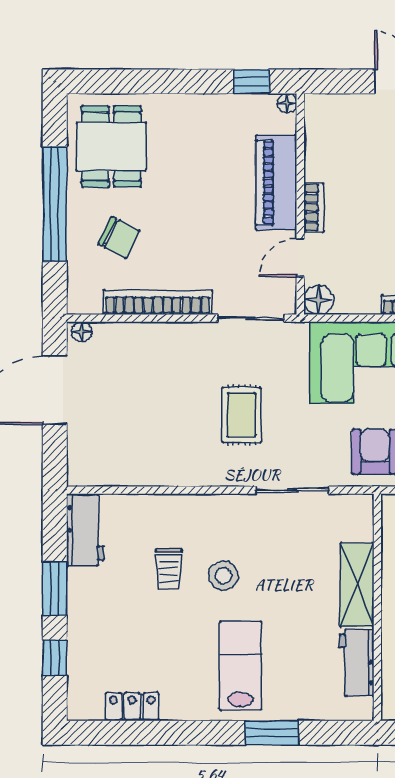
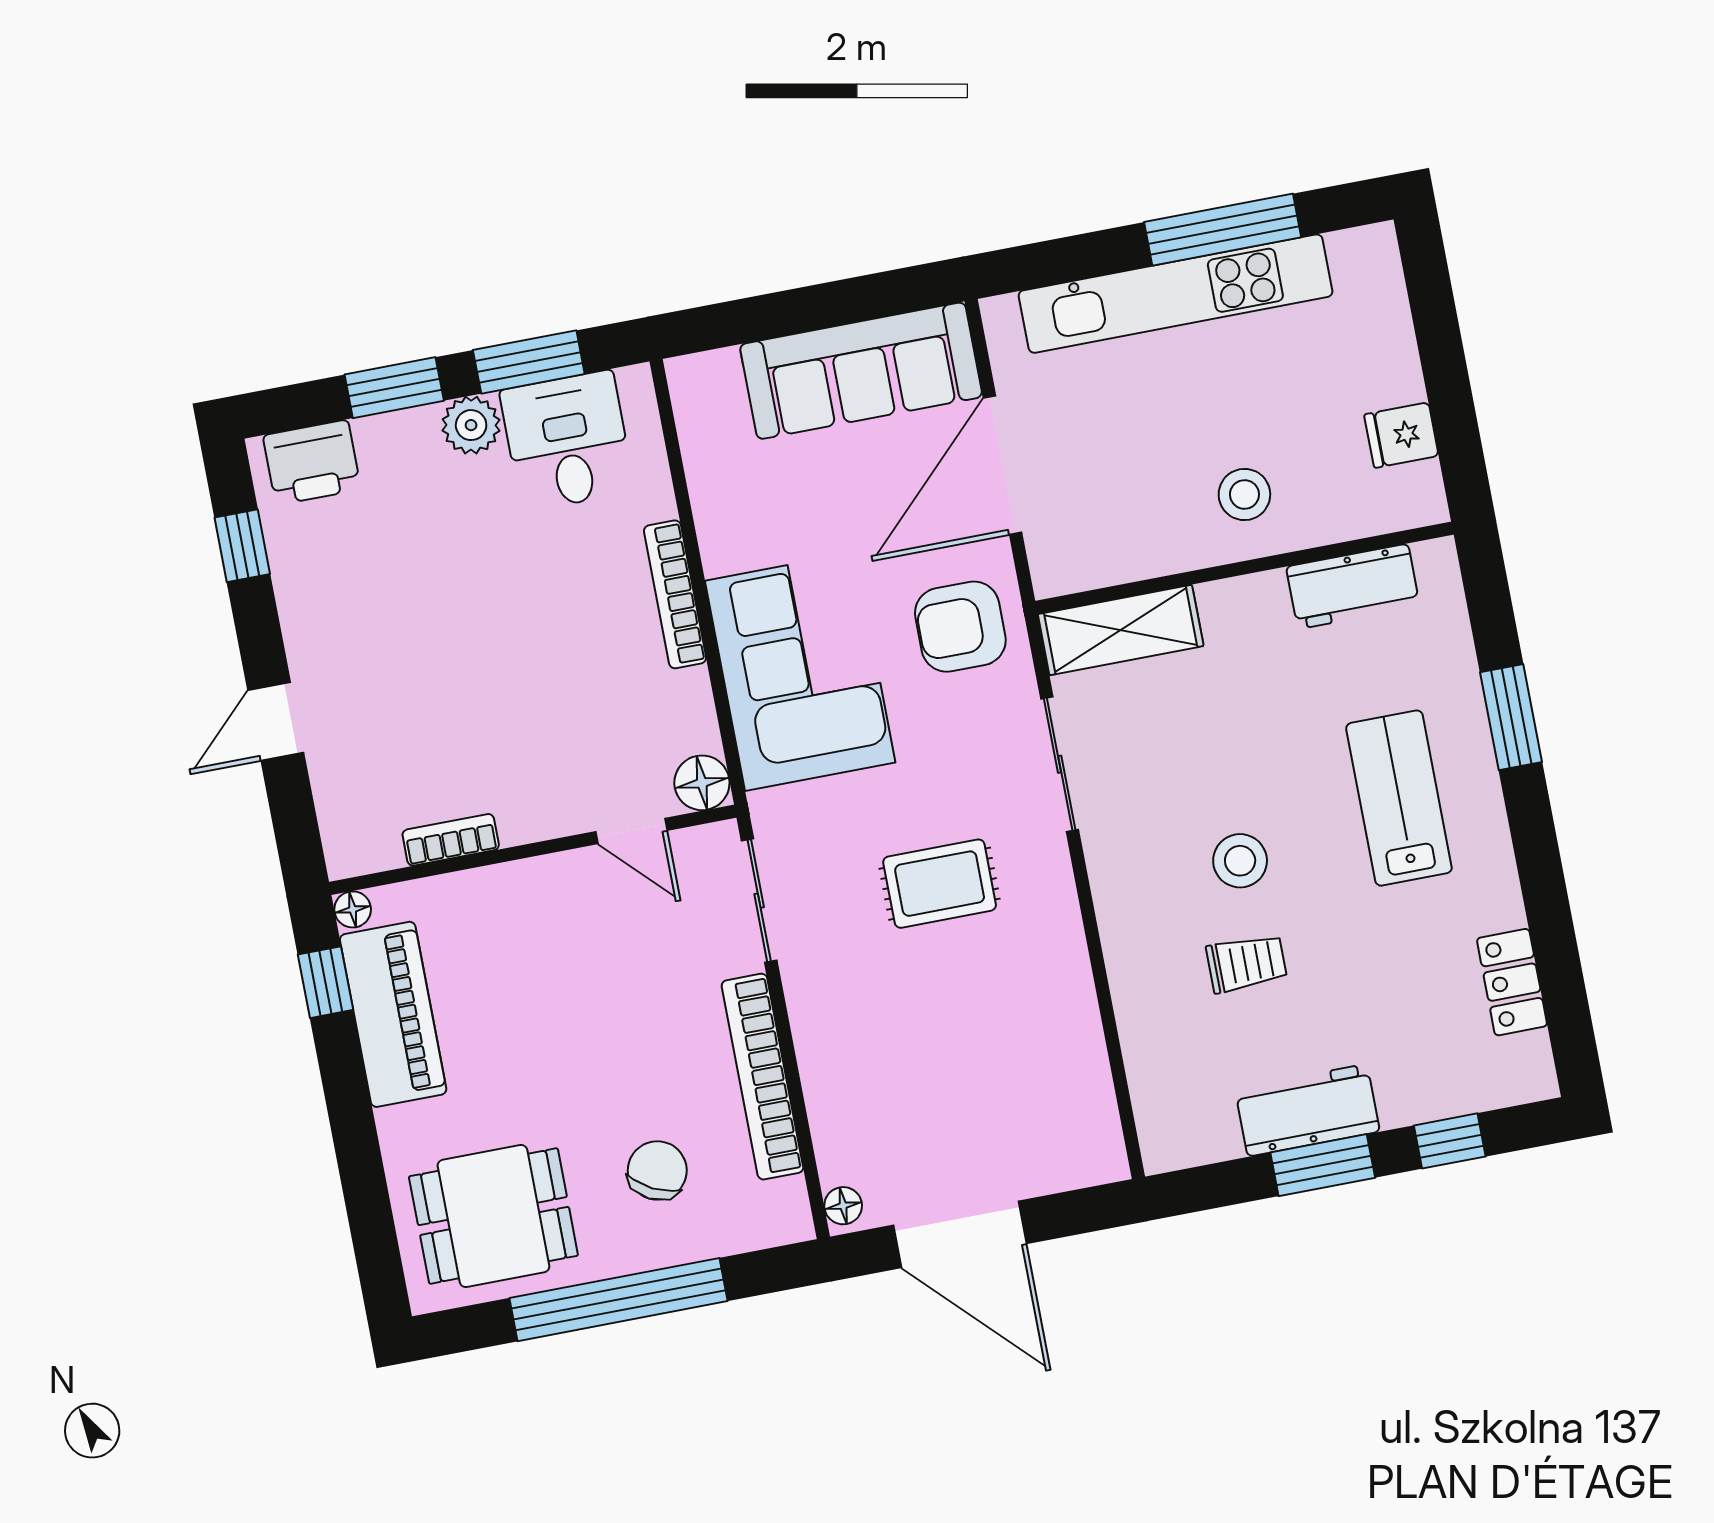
piano: (276, 182) -> (393, 1014), moved, turned -90
bookcase: (314, 208) -> (451, 840), moved
workbench: (85, 530) -> (1307, 1110), moved
shelving: (357, 585) -> (1121, 630), moved
lab bench: (240, 666) -> (1399, 798), turned 90

